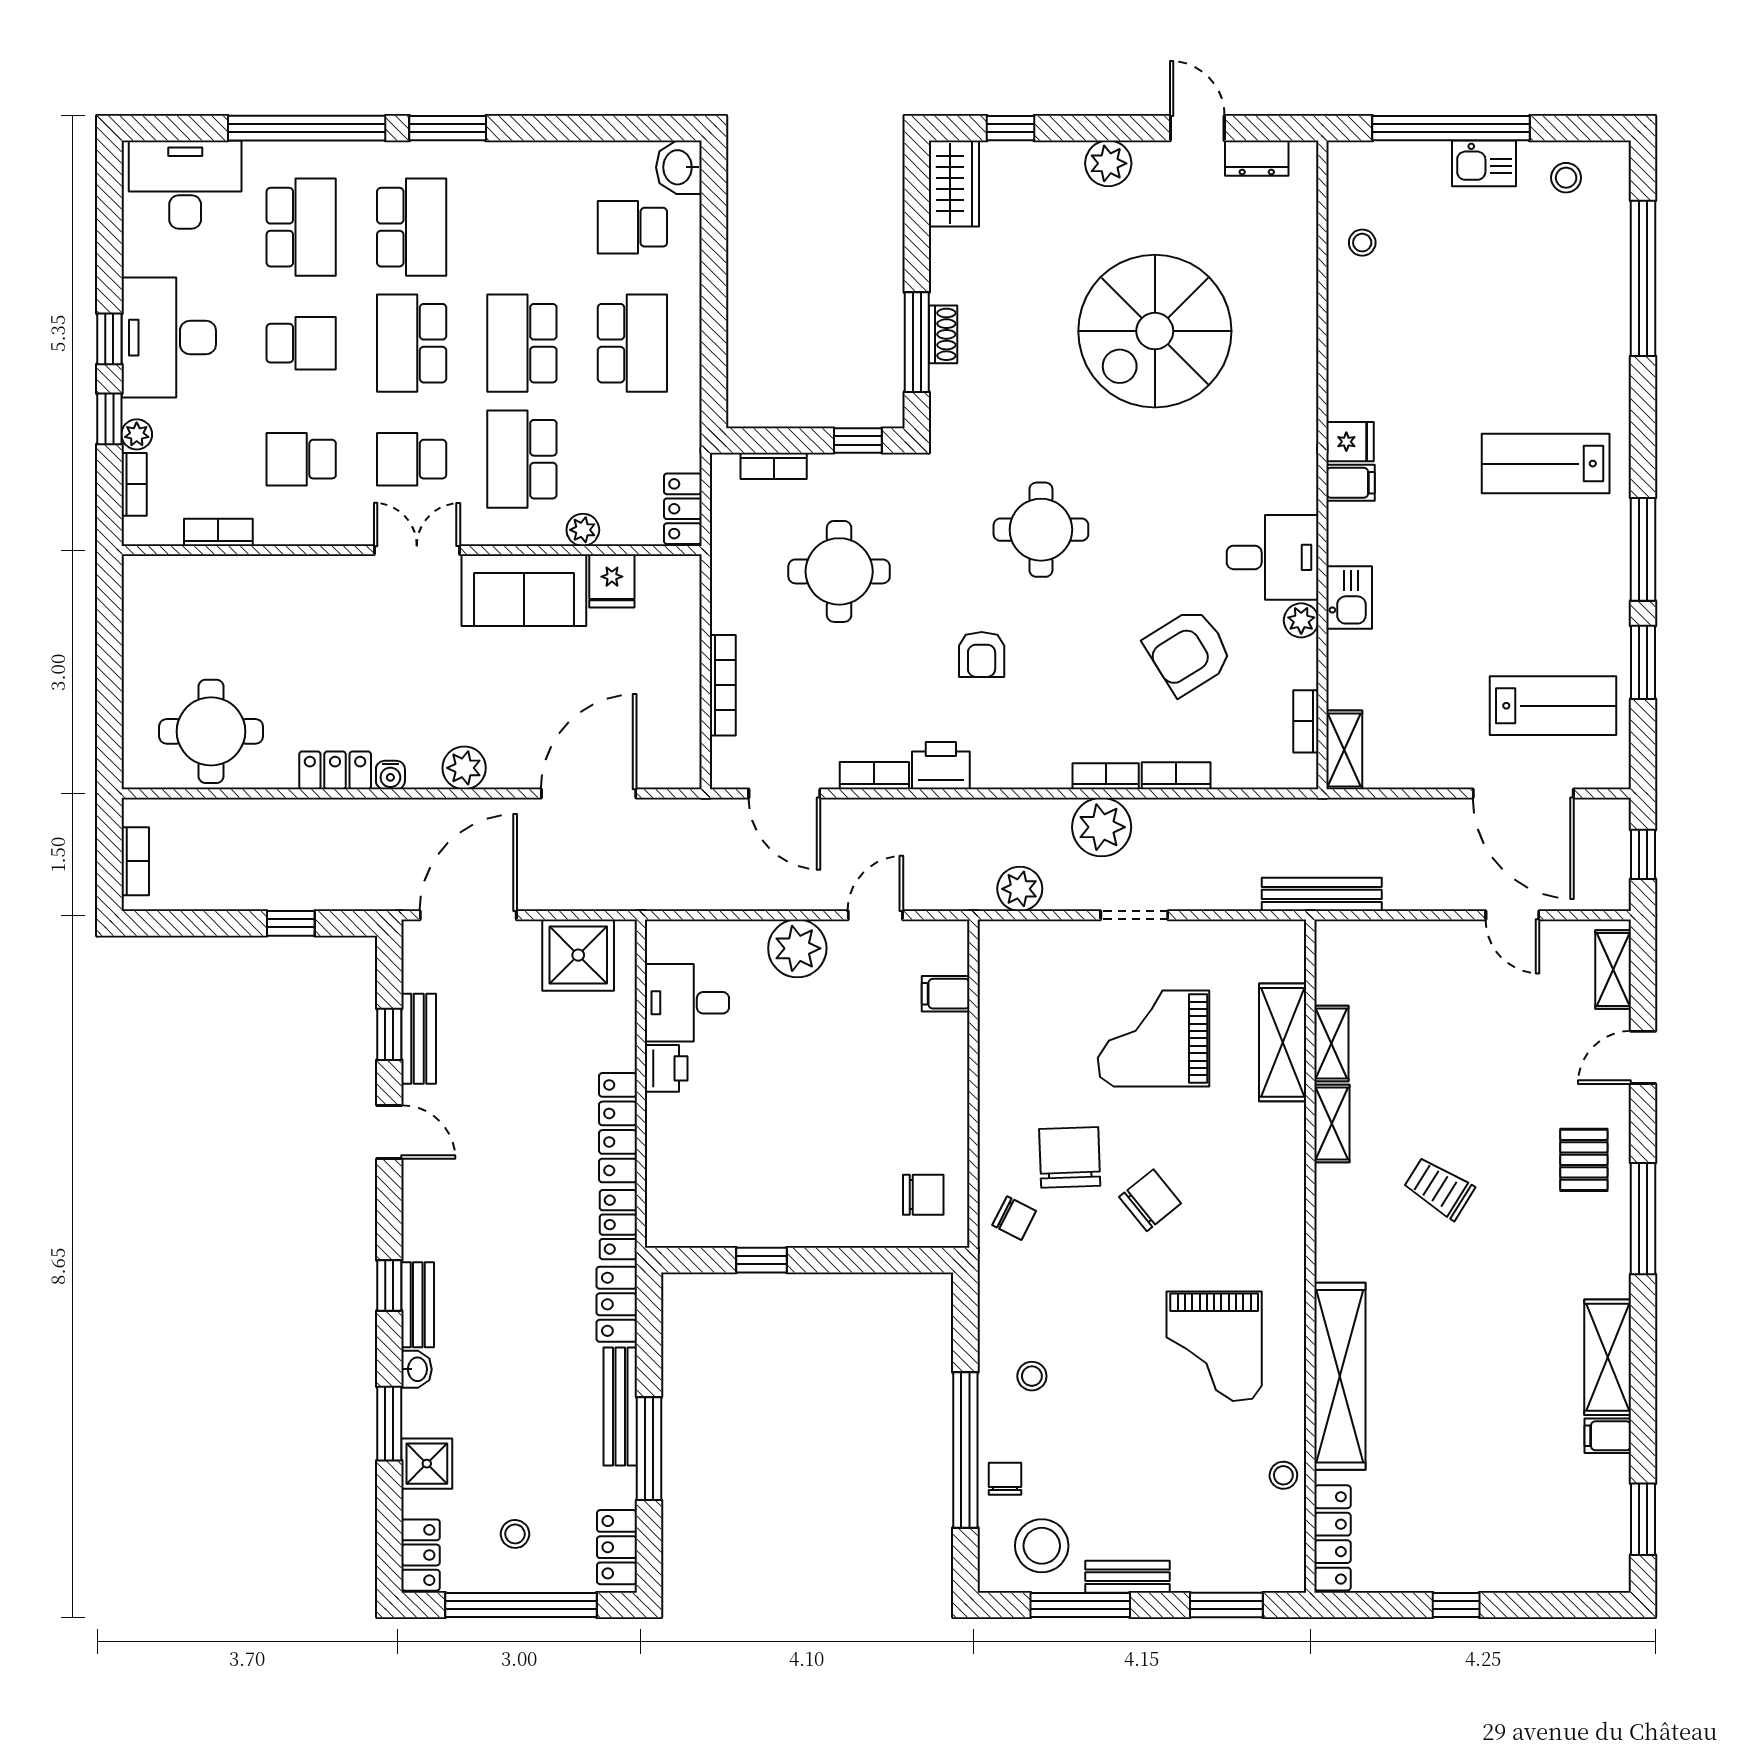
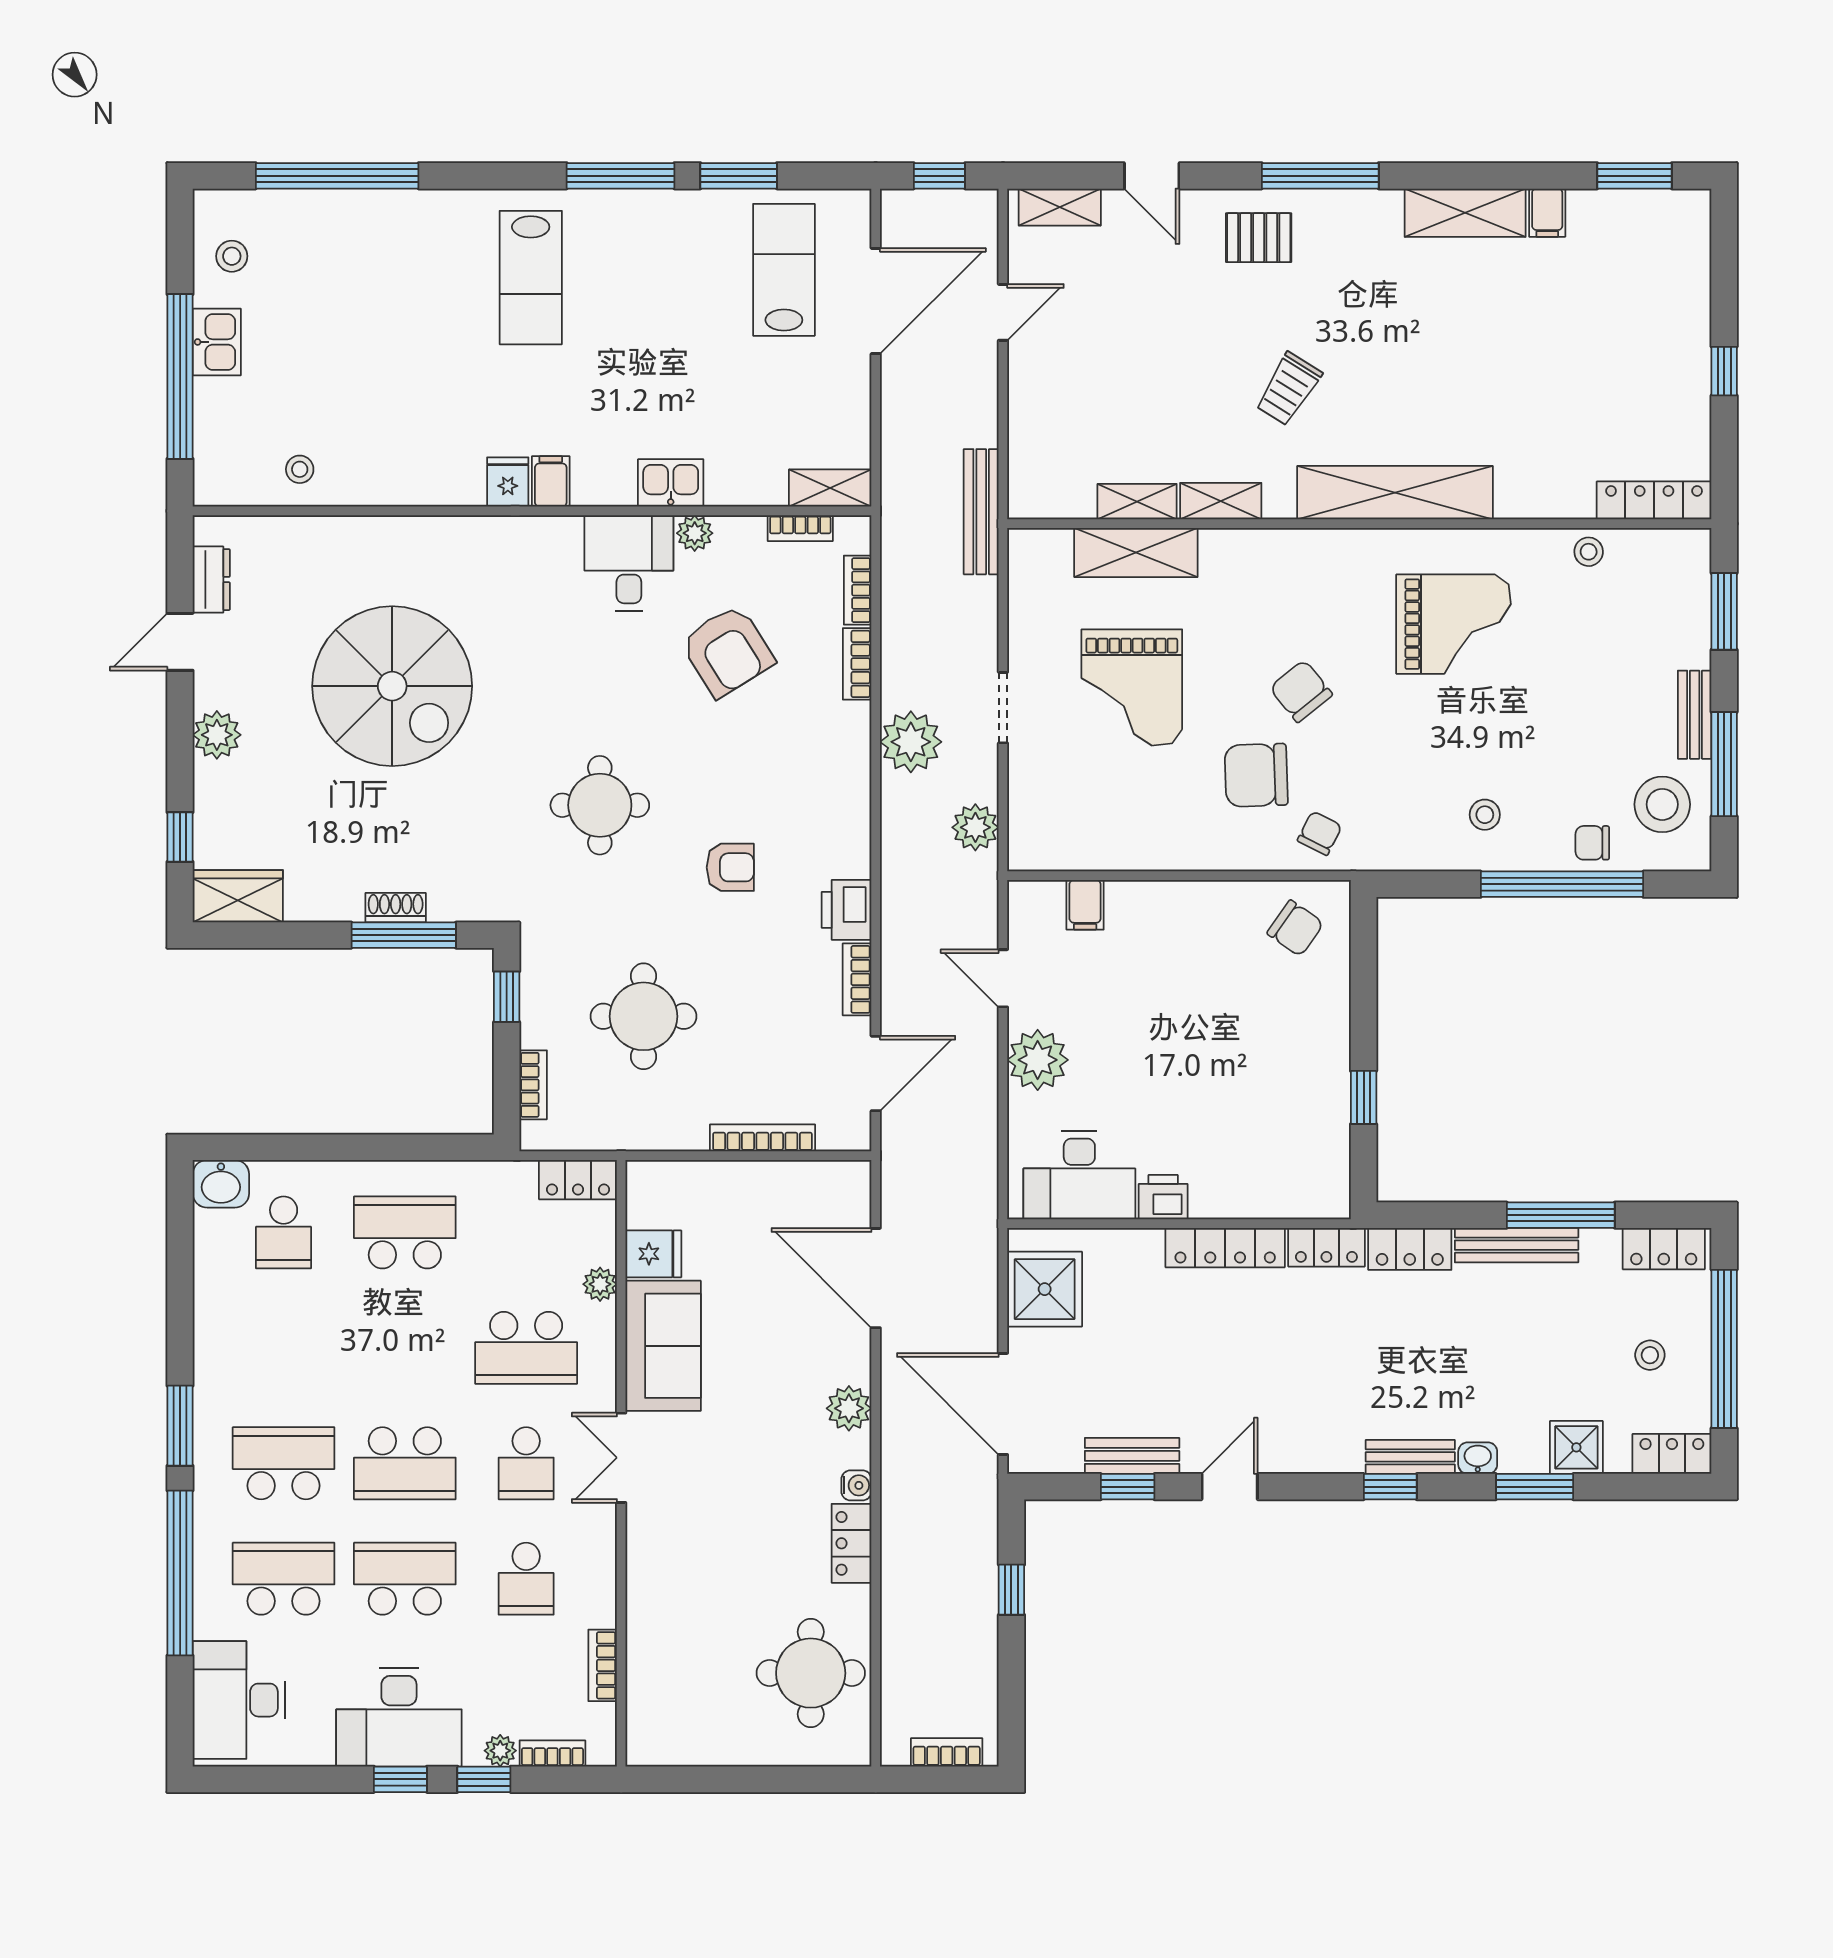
school desk: (301, 343) -> (405, 1579), width x1.85
school desk: (522, 343) -> (405, 1348), removed
bookcase: (1106, 776) -> (858, 590), moved
desk: (687, 1003) -> (1079, 1175), width x1.37
chair: (923, 1195) -> (1295, 928), turned 125
shelving: (1340, 1376) -> (1395, 493), moved

